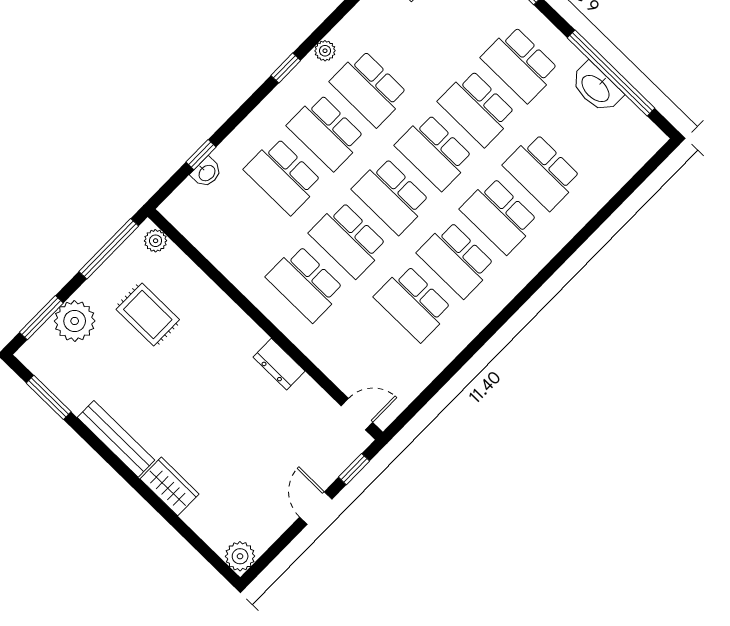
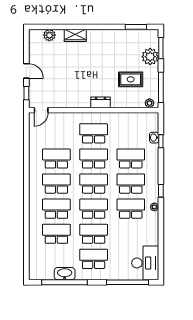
dresser: (279, 364) -> (100, 102), moved
bench: (116, 439) -> (104, 34), removed
plant: (240, 556) -> (49, 35), moved

